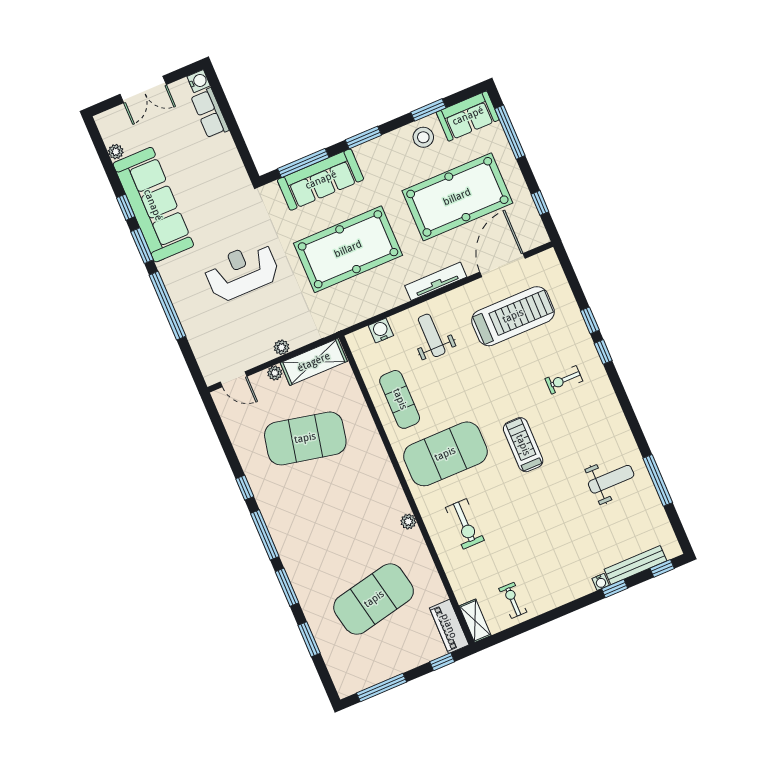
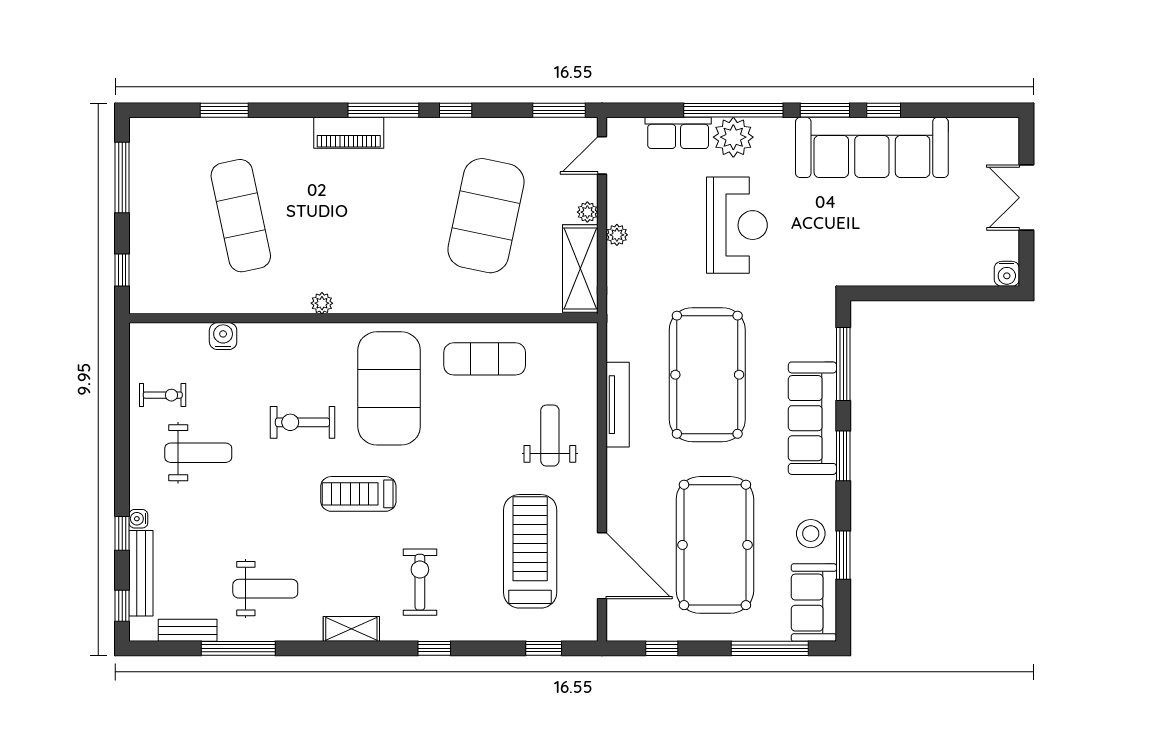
row of seats: (210, 113) -> (678, 133), moved, turned 180
plant: (116, 152) -> (733, 137), moved, width x1.88, depth x1.88
sofa: (321, 180) -> (812, 418), moved
tv unit: (436, 281) -> (618, 405), moved
treadmill: (513, 316) -> (530, 551), turned 180
window: (590, 320) -> (544, 648), moved
water cooler: (381, 330) -> (223, 336), moved, turned -90
weight bench: (432, 335) -> (550, 436), turned -90
exercise bike: (564, 380) -> (420, 582), width x1.38, depth x1.39
treadmill: (523, 445) -> (358, 494), turned 180
weight bench: (611, 479) -> (265, 589), turned -90
bench: (660, 519) -> (188, 630), added
exercise bike: (465, 524) -> (302, 422), moved
weight bench: (541, 561) -> (198, 453), added
window: (287, 587) -> (559, 110), moved
exercise mat: (374, 599) -> (241, 216), width x0.68
shelving: (475, 621) -> (351, 629), moved
piano: (449, 626) -> (349, 133), moved, turned 180

